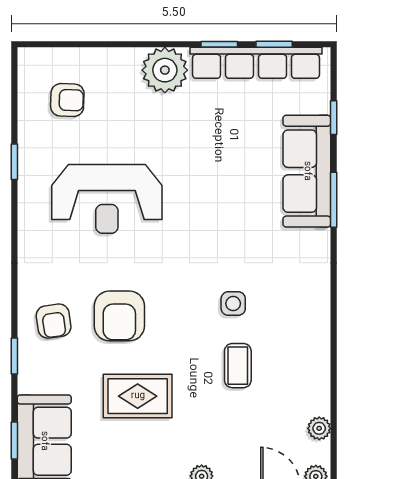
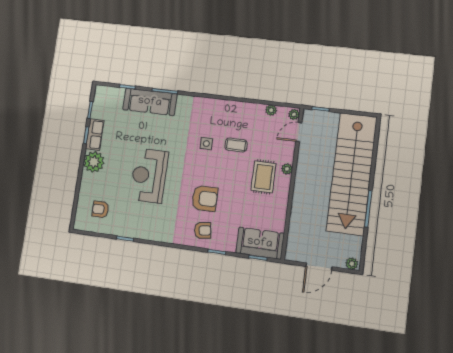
row of seats: (256, 63) -> (95, 135), width x0.50
armchair: (67, 100) -> (100, 209), turned -92
reception desk: (107, 199) -> (149, 176), moved, turned 180
rug: (138, 396) -> (263, 177), moved

